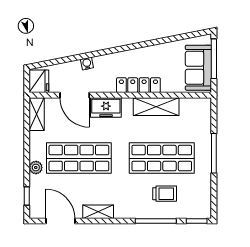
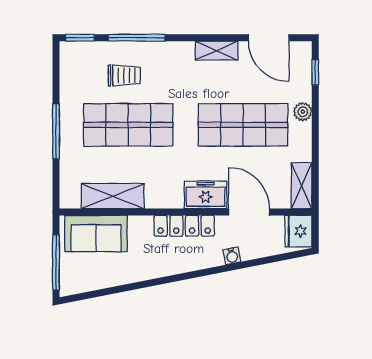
sofa: (198, 68) -> (96, 233), moved, turned 90
locker: (138, 85) -> (184, 226), moved
shelving: (156, 107) -> (113, 196), moved
trolley: (165, 194) -> (124, 75), turned 180

